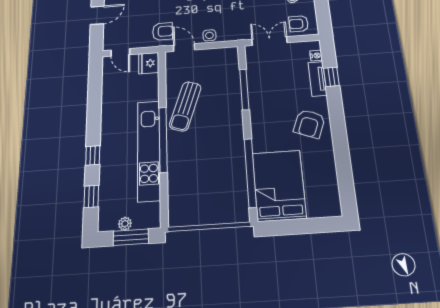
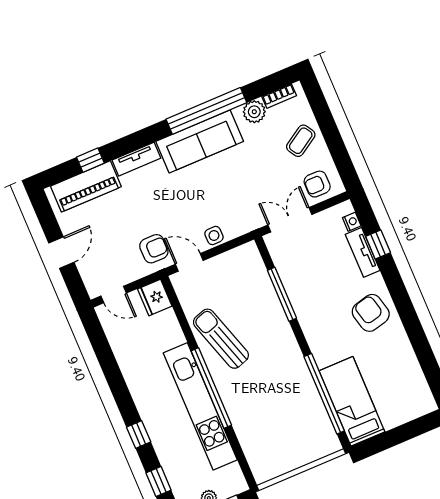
sun lounger: (185, 106) -> (221, 339), turned 143
armchair: (309, 124) -> (371, 313), turned 145
bed: (279, 185) -> (352, 401), width x0.67

